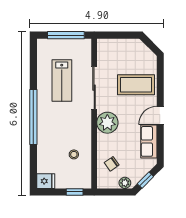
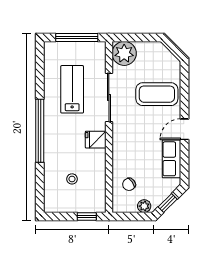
lab bench: (62, 81) -> (72, 89), turned 180
plant: (107, 123) -> (124, 53), moved
stool: (74, 154) -> (72, 179), moved
fridge: (46, 181) -> (96, 140), moved, turned 180

